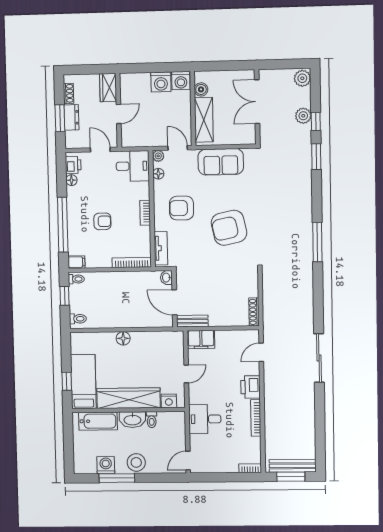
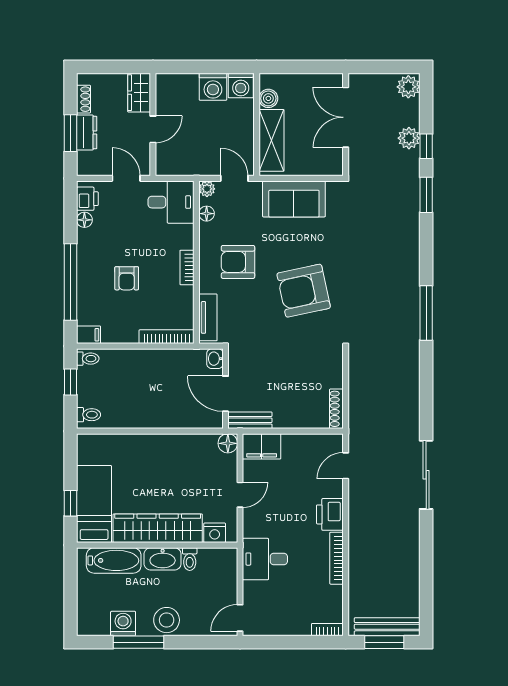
armchair: (102, 221) -> (127, 278), turned 90
floor lamp: (123, 338) -> (228, 443), moved

